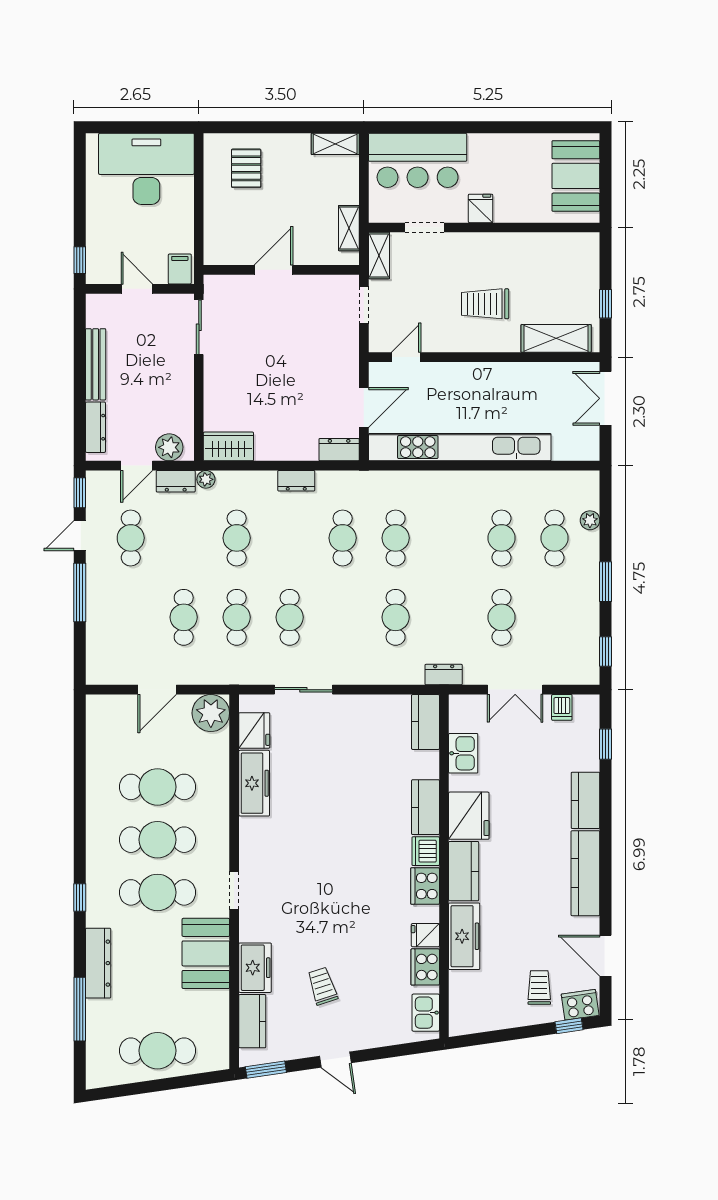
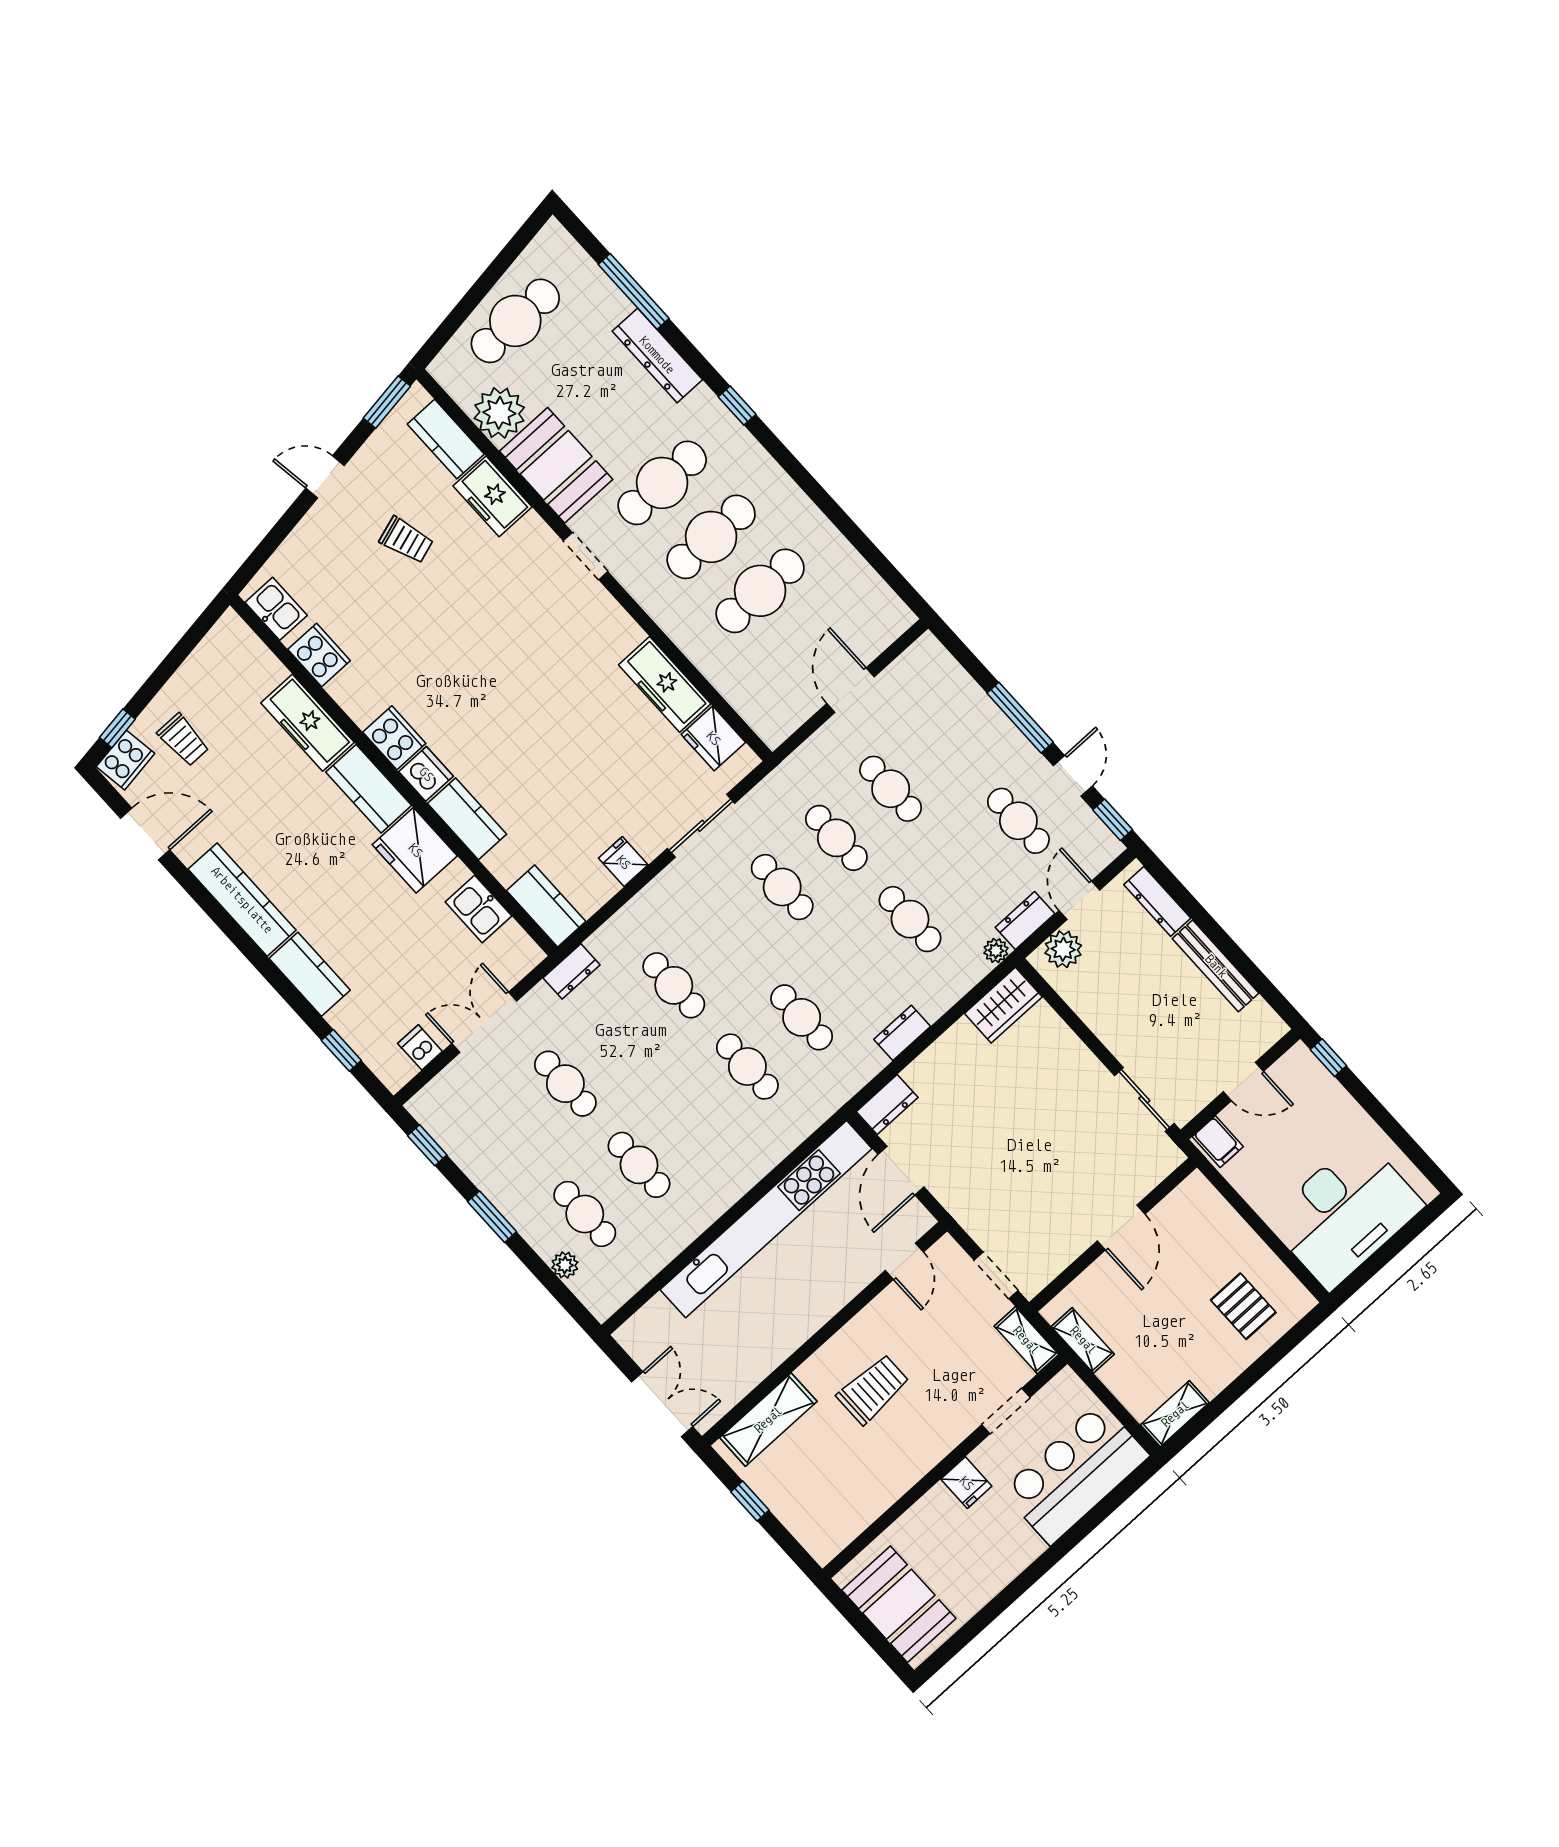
plant: (211, 713) -> (499, 413), moved
fridge: (425, 935) -> (623, 862), moved, turned -90

